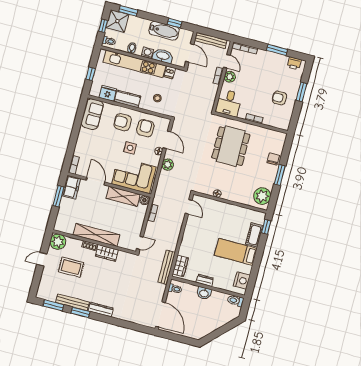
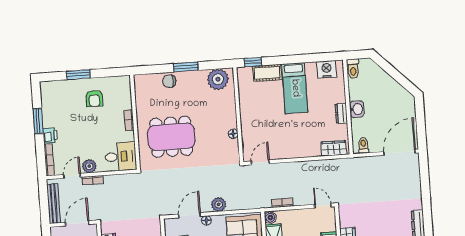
printer: (294, 63) -> (50, 135), moved
bench: (167, 267) -> (341, 164), removed

